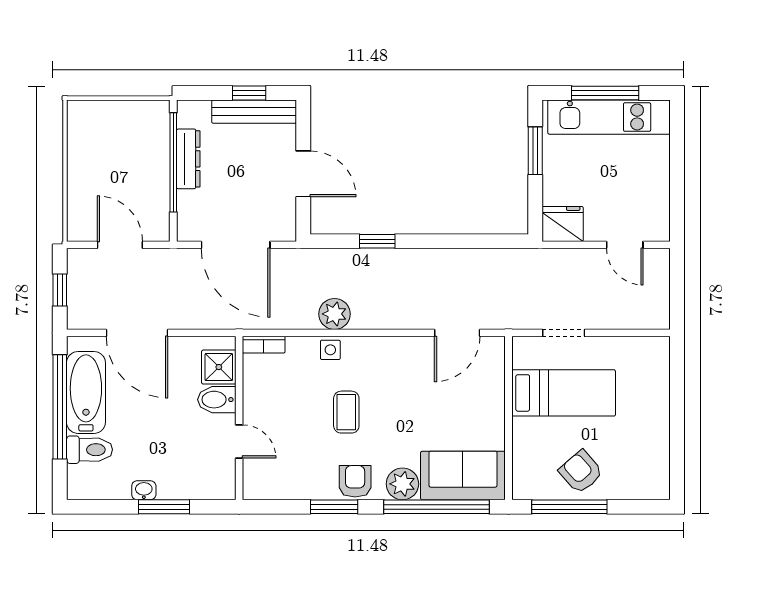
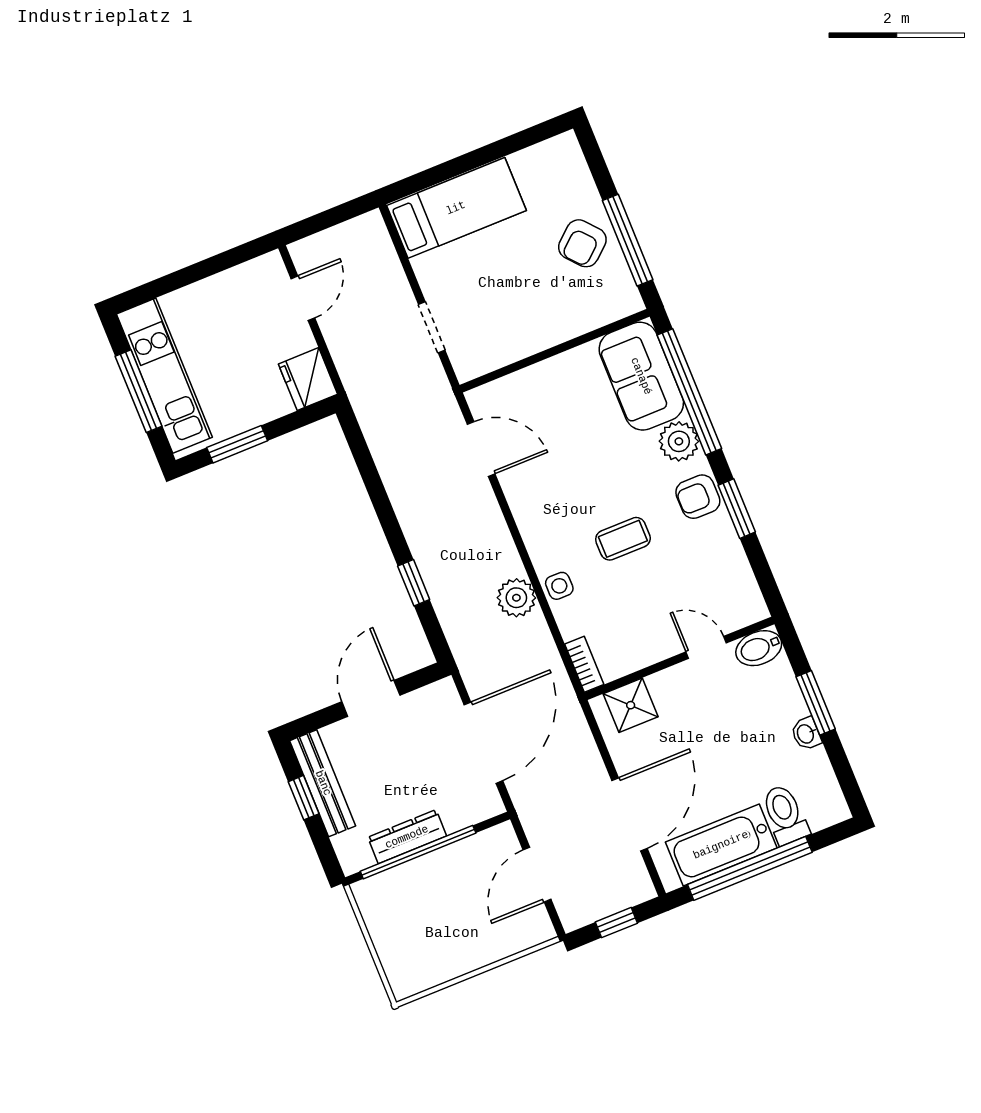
bed: (564, 393) -> (456, 208), moved, turned 90
bidet: (217, 400) -> (759, 648), moved, turned 90
door: (239, 441) -> (706, 647), hinge flipped

